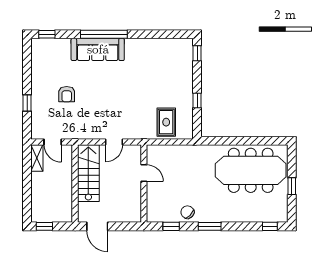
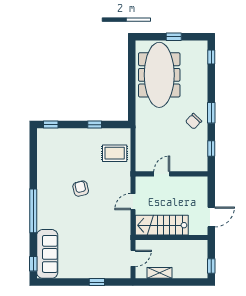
sofa: (98, 49) -> (47, 254), moved
armchair: (67, 94) -> (81, 189), moved, turned -103
door: (114, 142) -> (133, 202), swing flipped
shelving: (37, 158) -> (159, 273), moved
chair: (187, 212) -> (194, 121), moved

